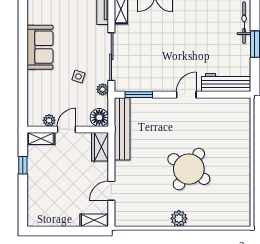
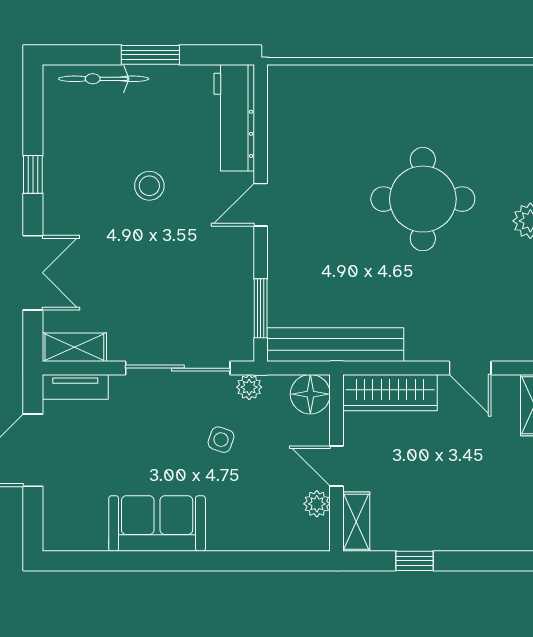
stool: (195, 44) -> (149, 186), added
door: (186, 95) -> (261, 205), hinge flipped
wardrobe: (100, 147) -> (390, 393), width x1.50
round table: (189, 169) -> (423, 199), turned -33

